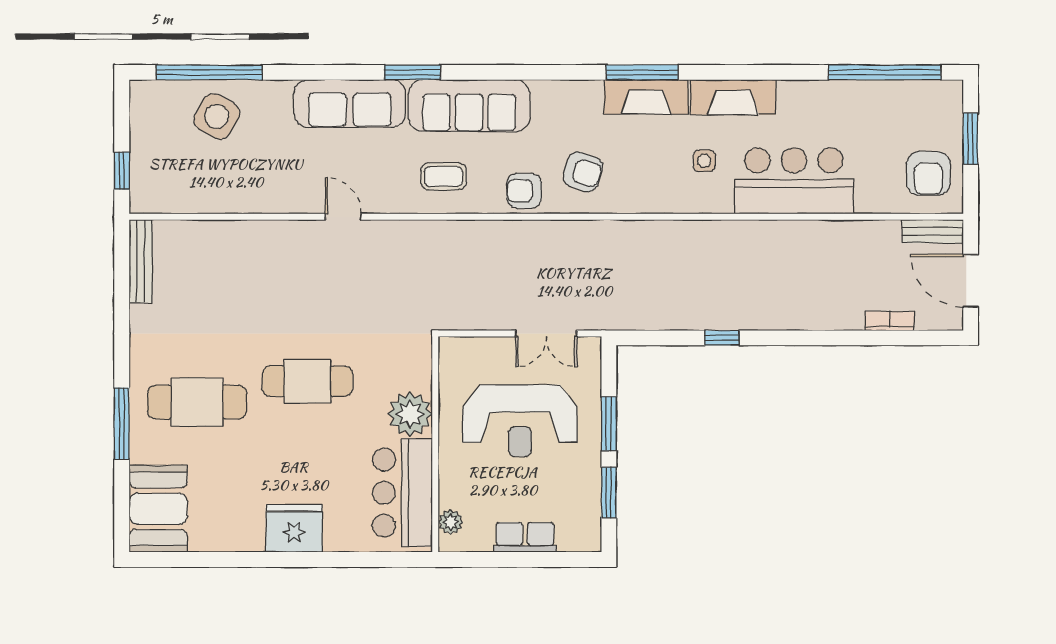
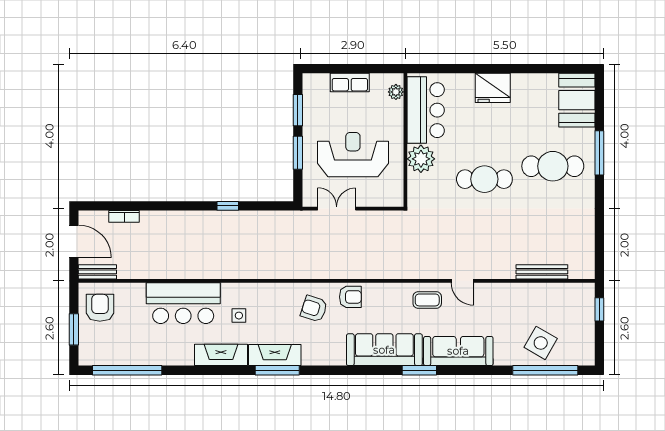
coffee table: (444, 176) -> (427, 300), moved
bench: (141, 261) -> (542, 272), moved, turned 90

